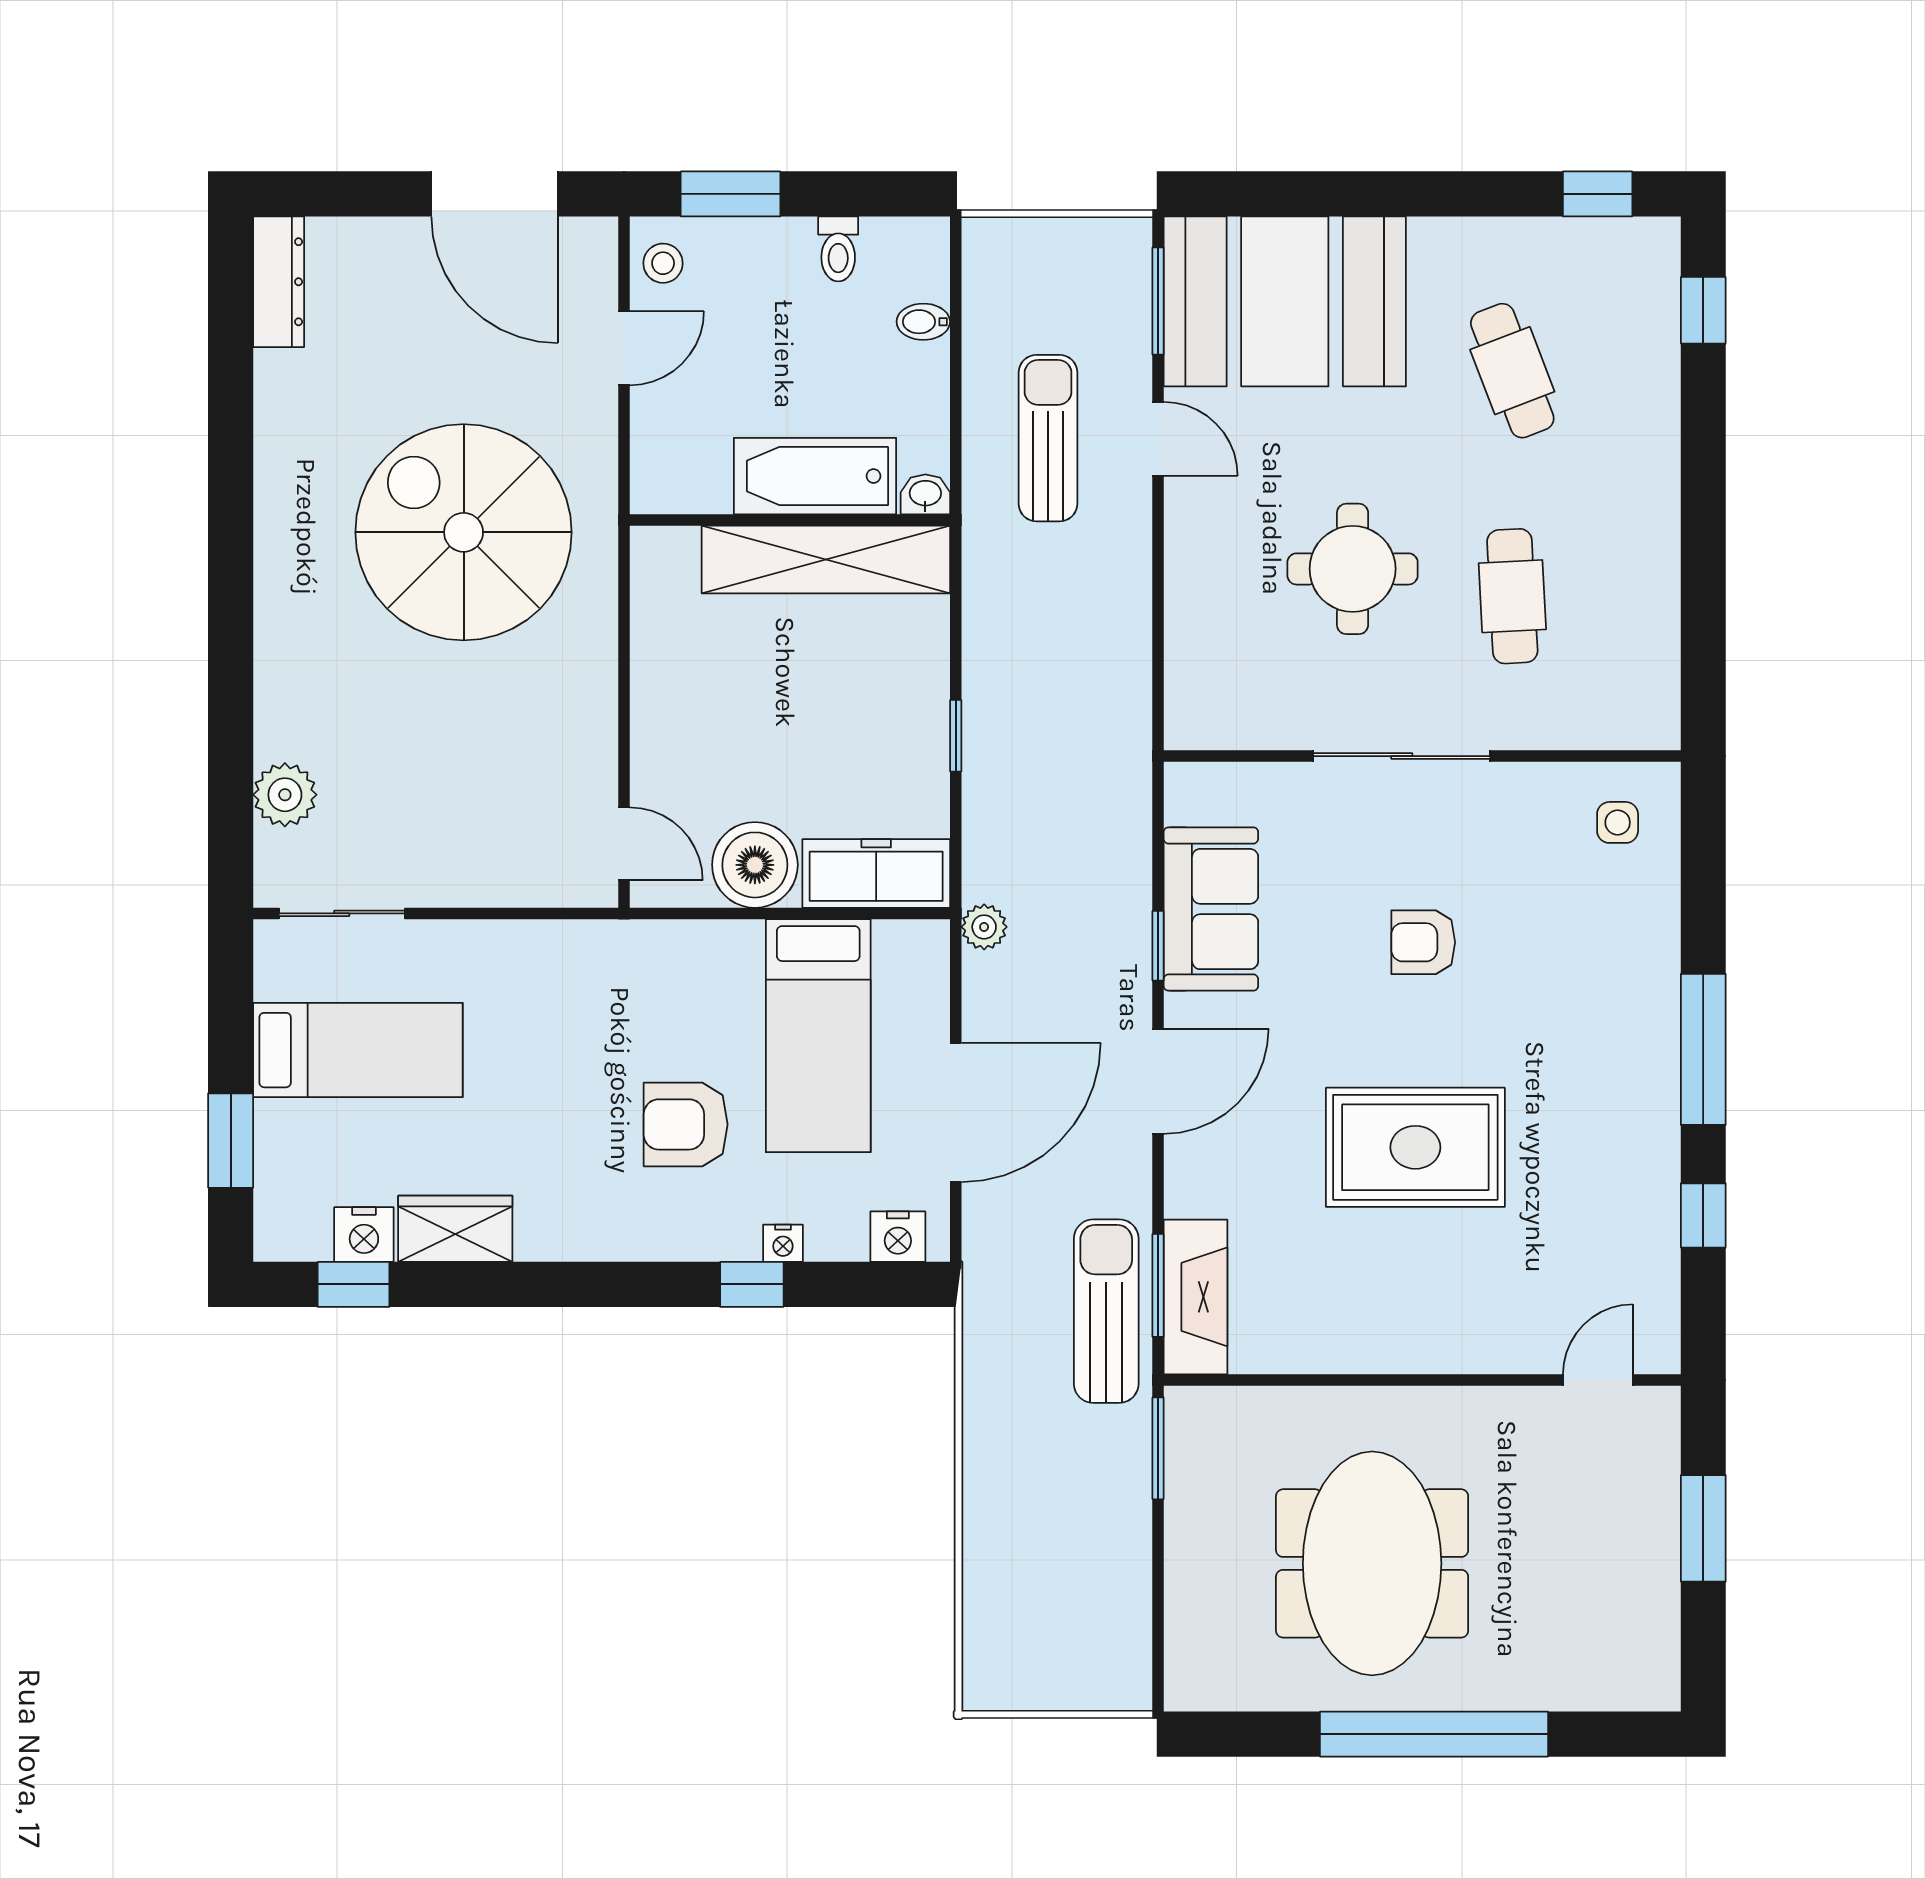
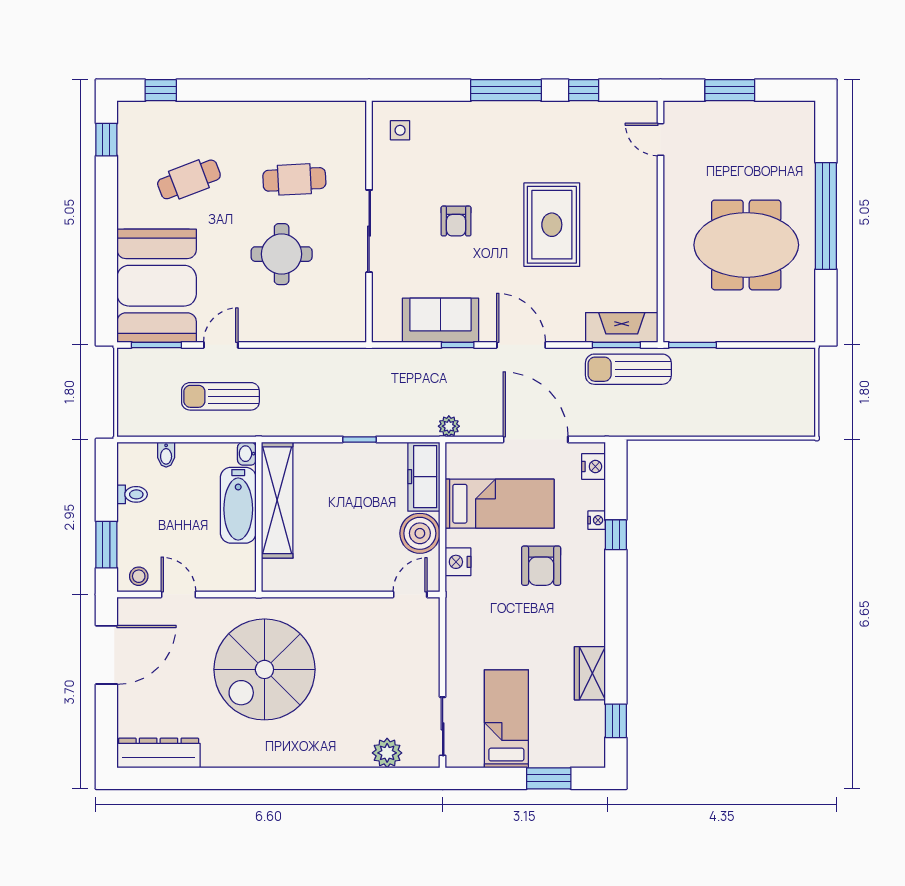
dresser: (279, 282) -> (159, 753), width x1.37, depth x1.24
nightstand: (364, 1235) -> (458, 562), moved, turned 180

